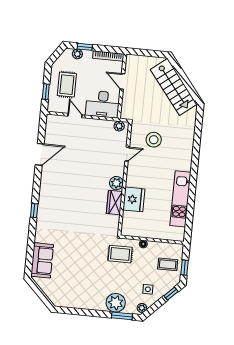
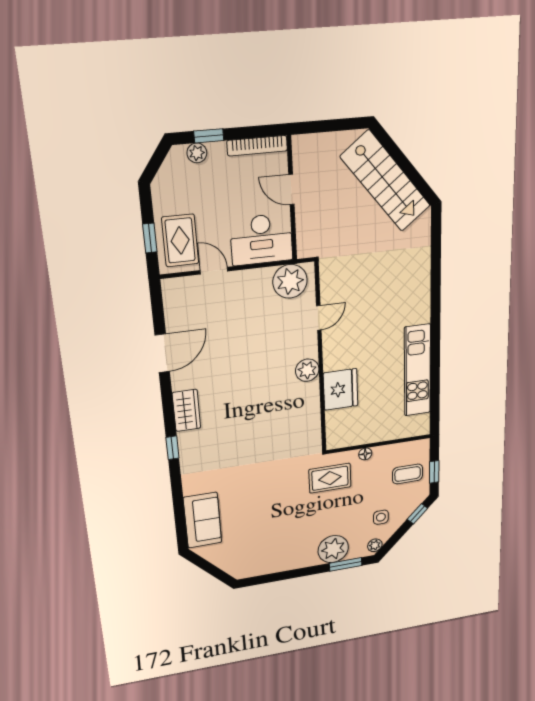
rug: (67, 85) -> (180, 240), moved
plant: (119, 126) -> (290, 281), width x1.87, depth x1.87
stool: (154, 140) -> (362, 283), removed
wardrobe: (114, 203) -> (186, 410), moved, turned 180

